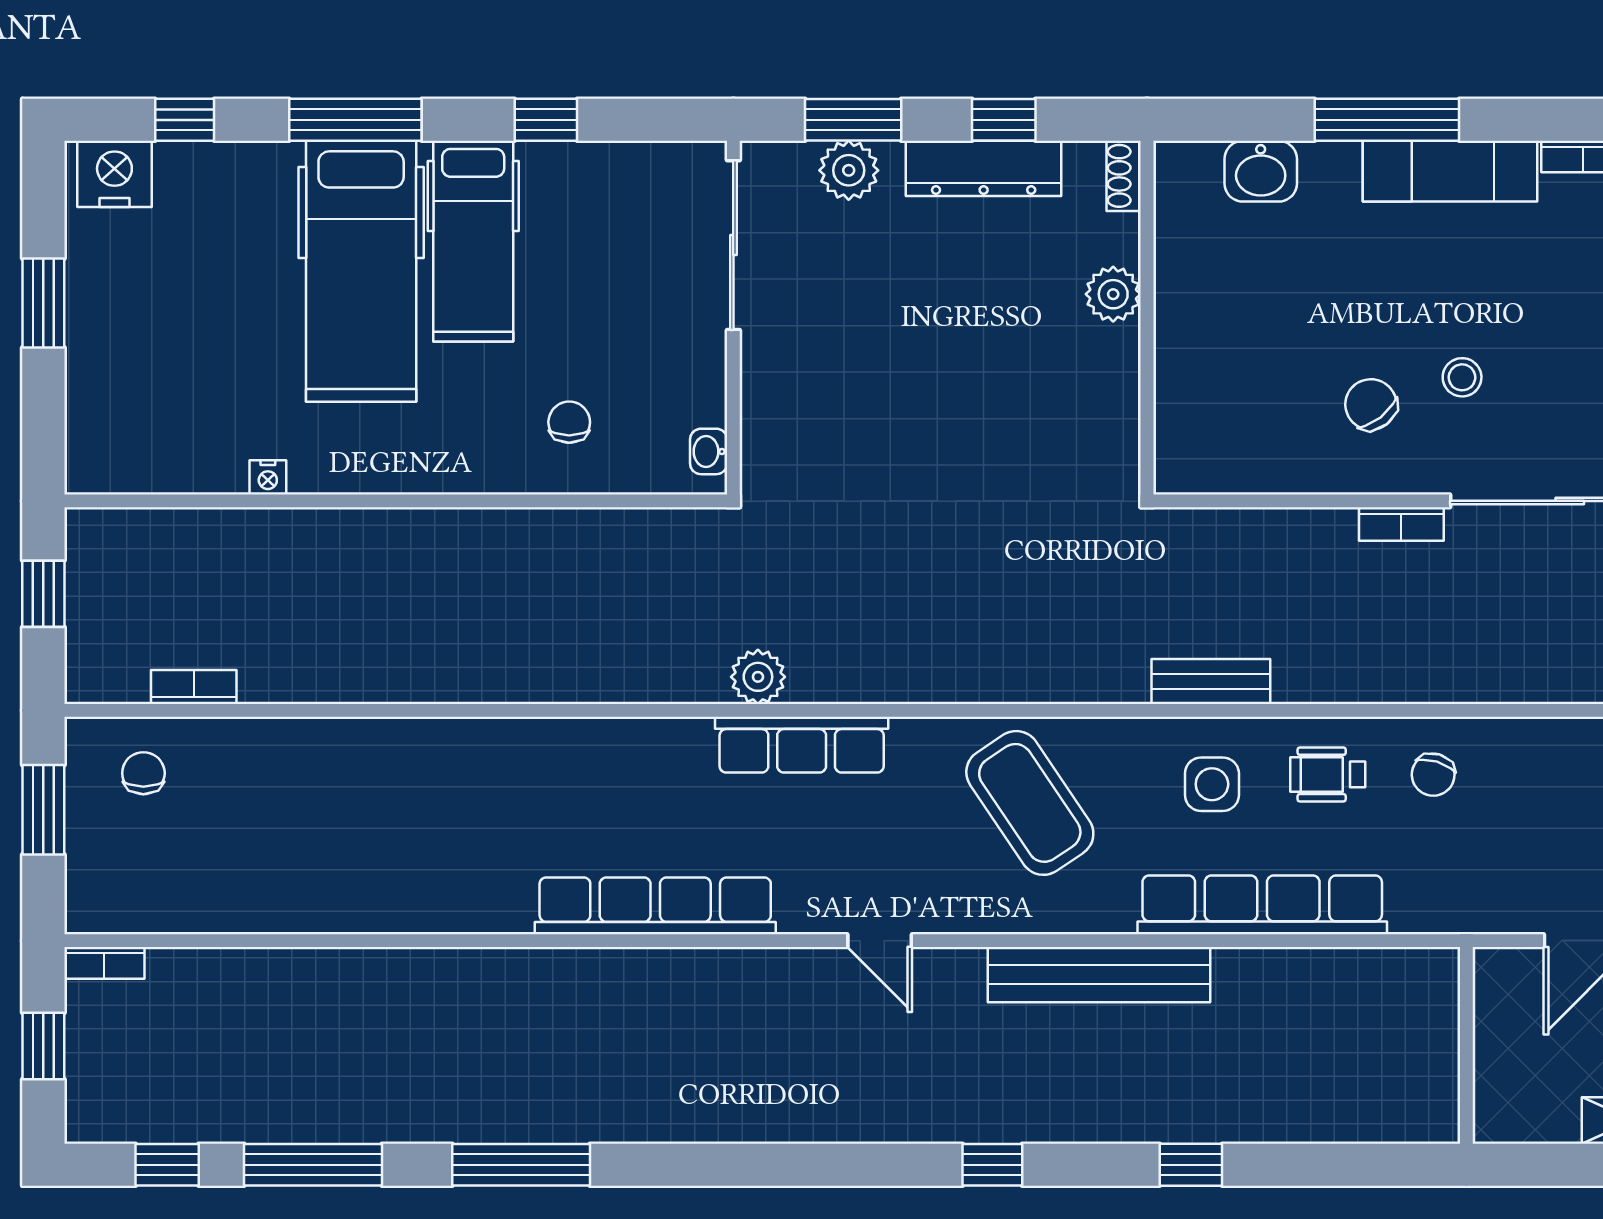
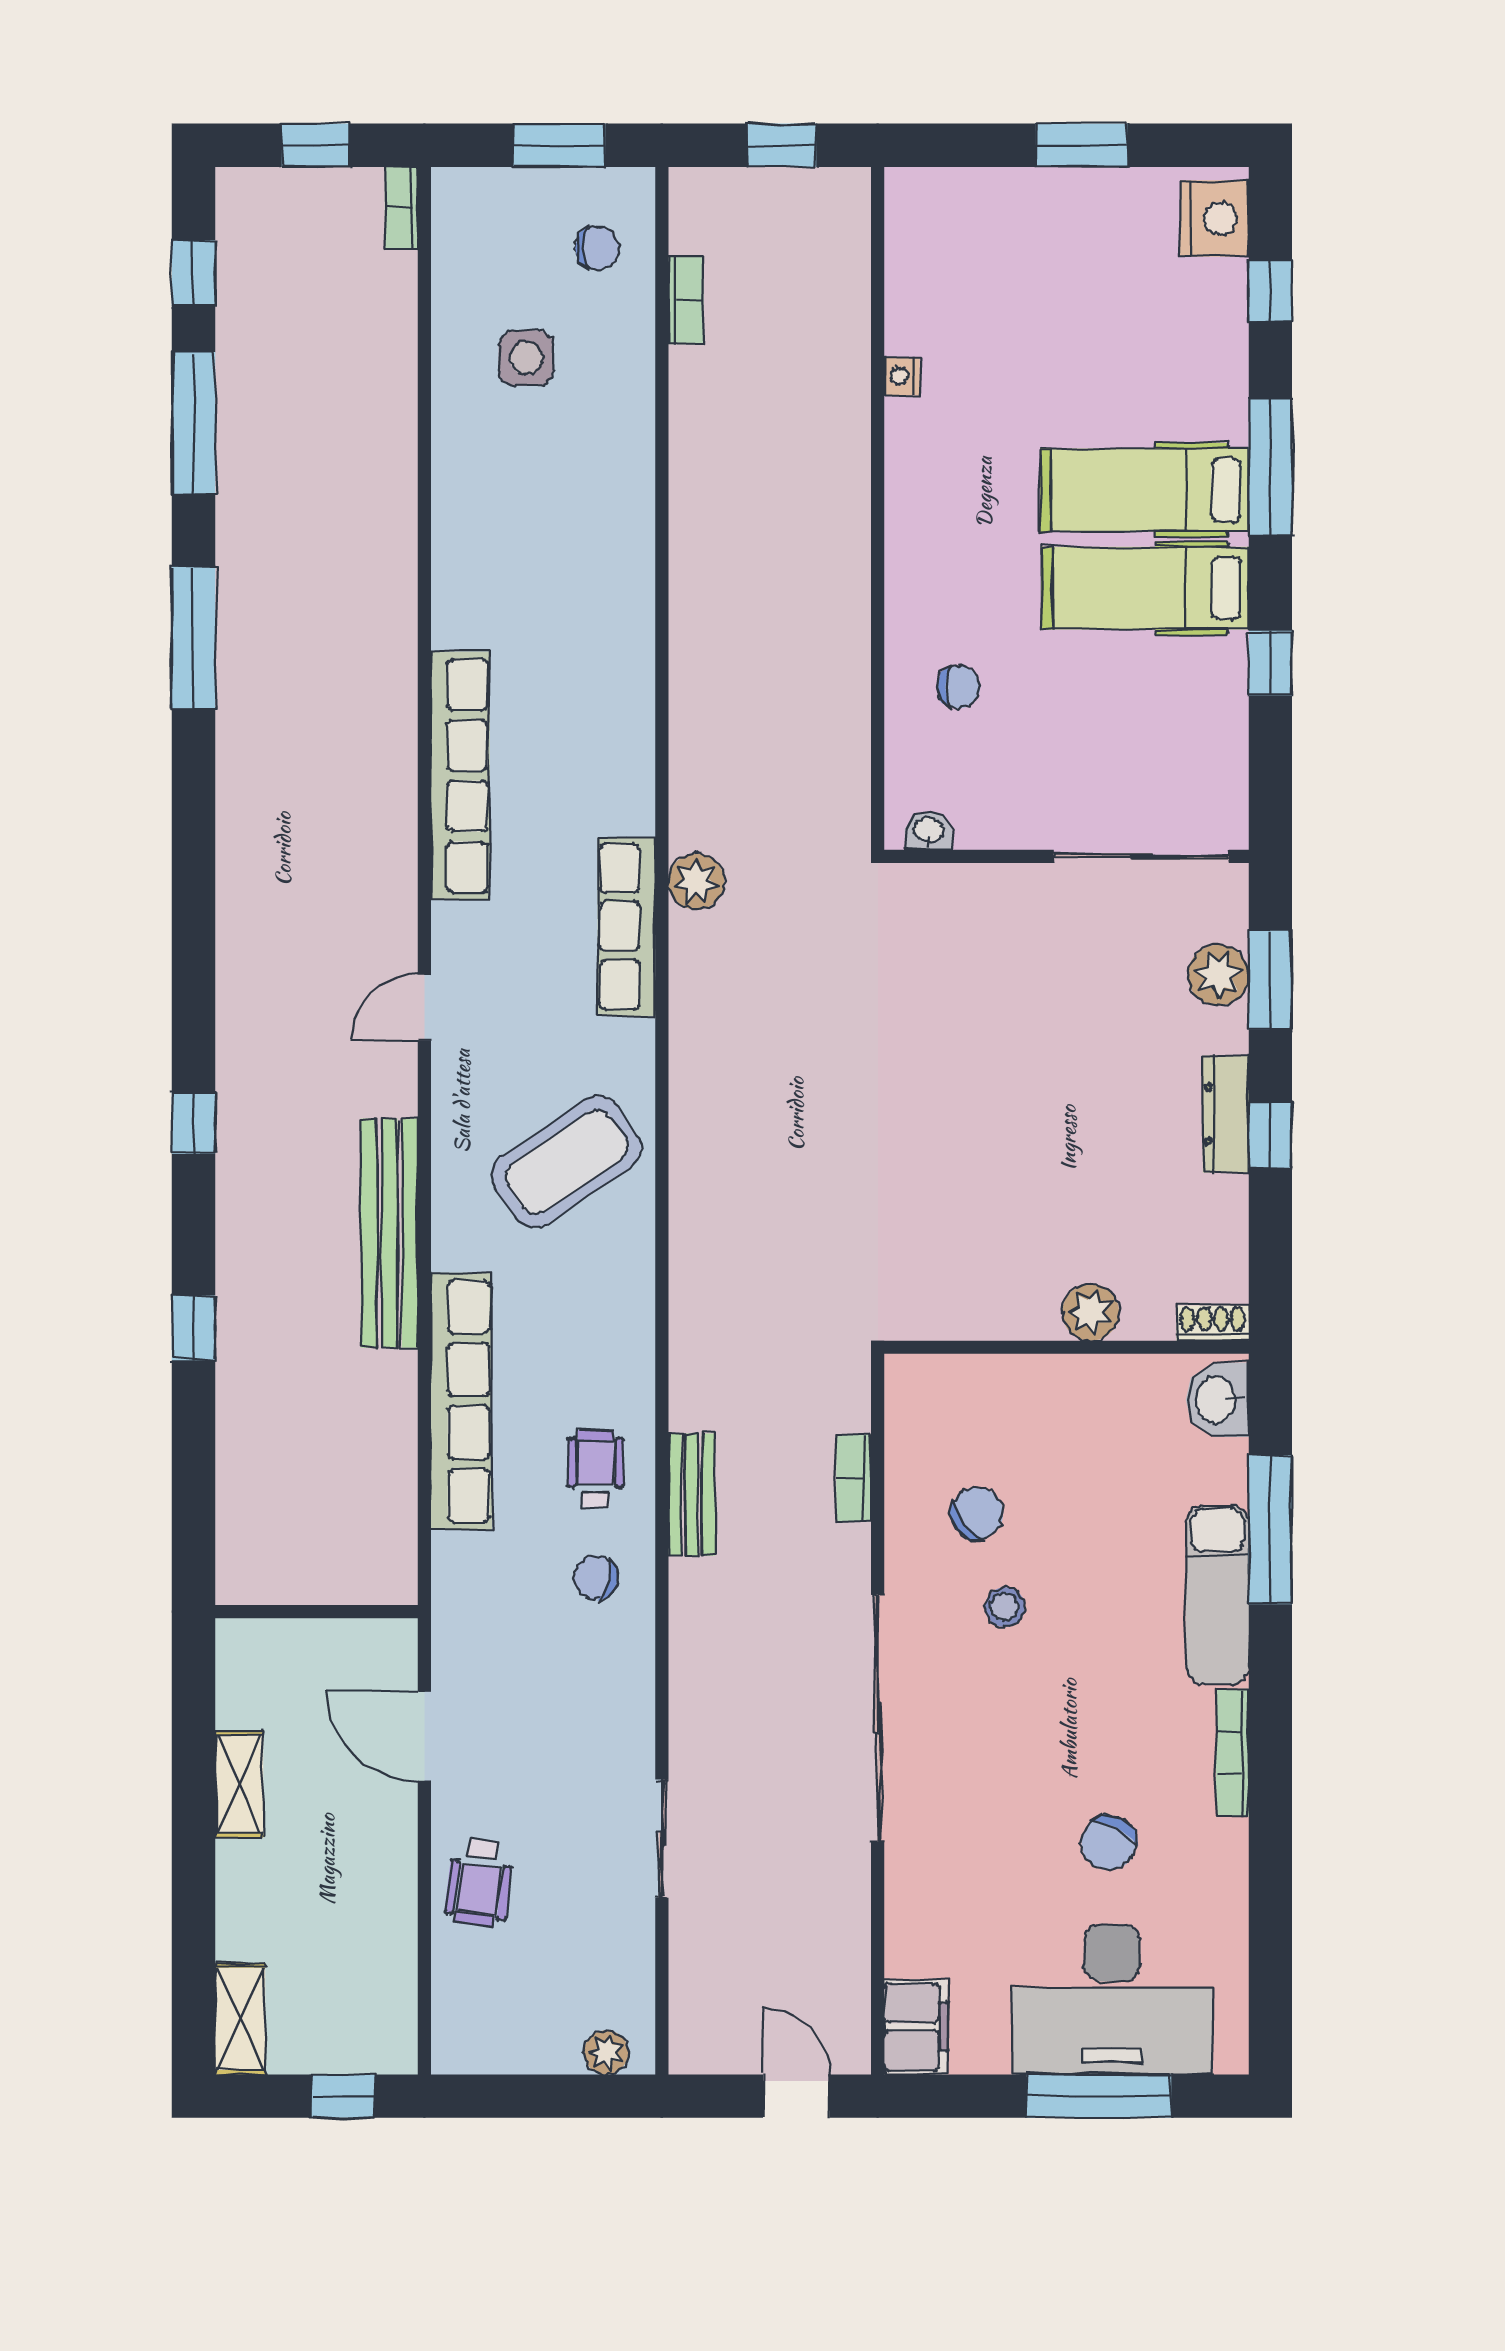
dresser: (984, 168) -> (1226, 1114), width x0.73, depth x0.80
shoe rack: (1124, 176) -> (1213, 1323), moved
hospital bed: (361, 271) -> (1145, 490), width x0.73, depth x0.78
plant: (1113, 294) -> (1091, 1312), moved
wall: (1147, 318) -> (1066, 1347), moved
bookcase: (1401, 524) -> (854, 1478), moved
bench: (1211, 681) -> (692, 1495), moved
side table: (1212, 784) -> (526, 358), moved

